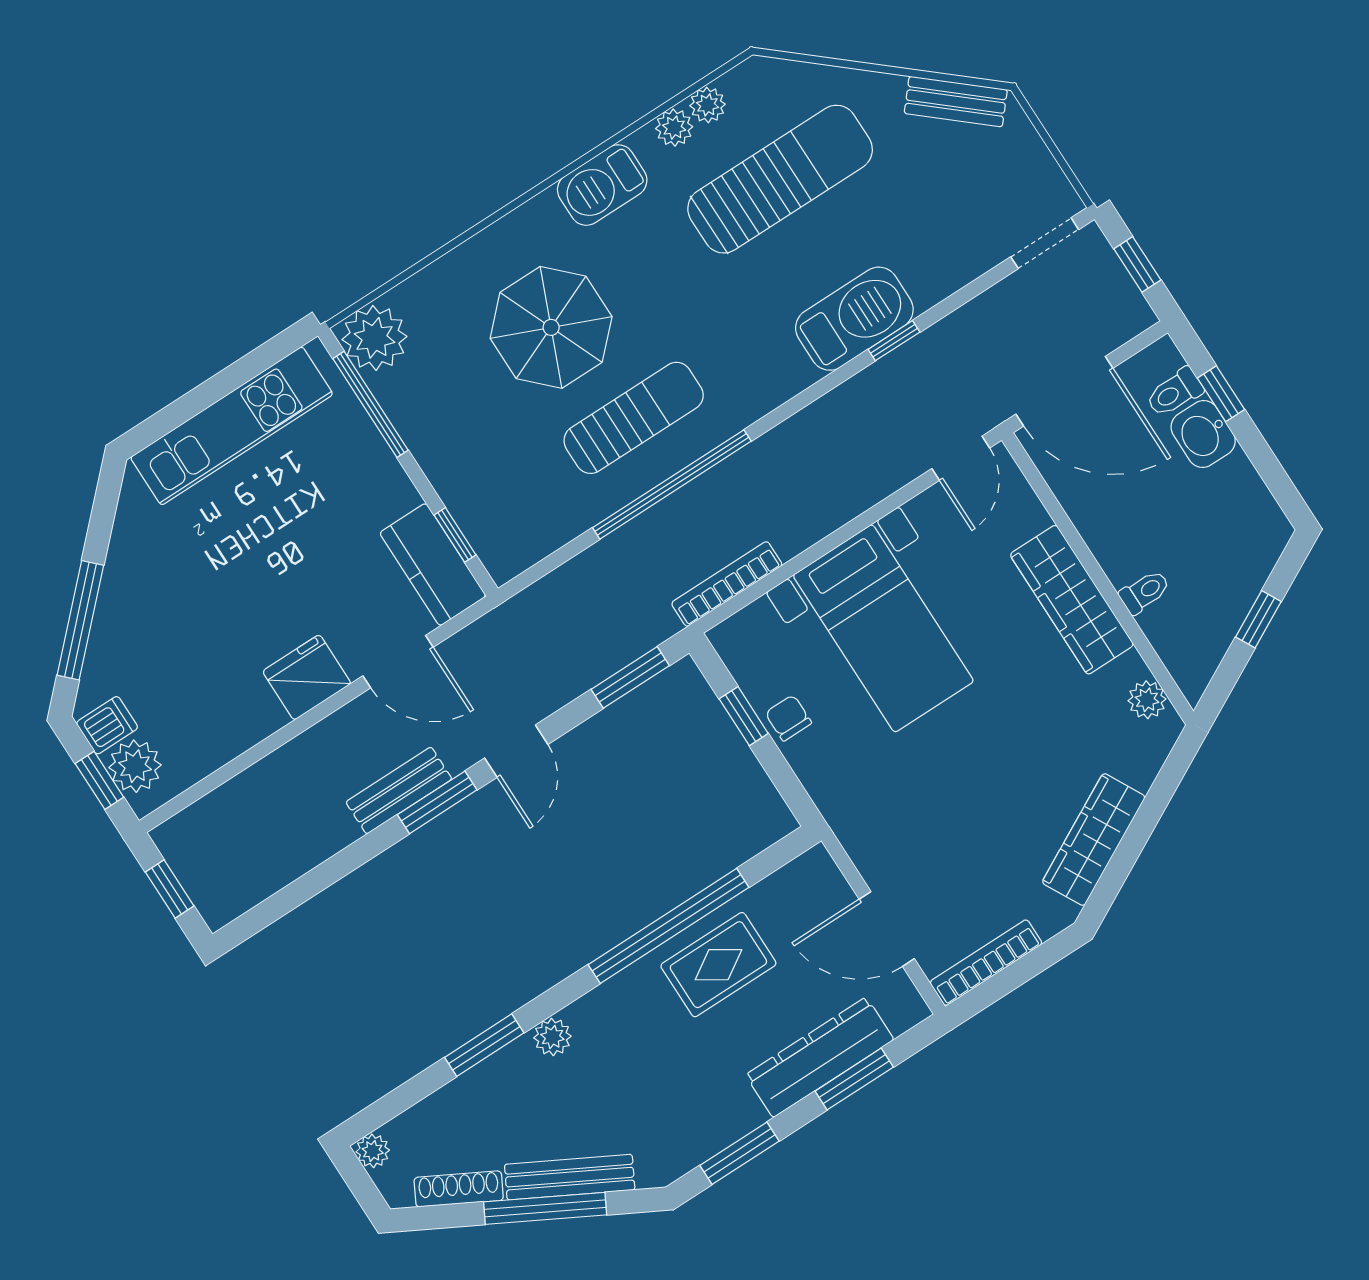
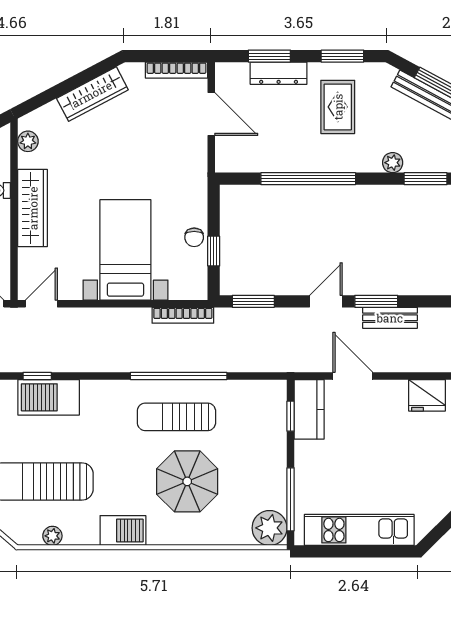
plant: (674, 128) -> (74, 535), removed
fridge: (307, 677) -> (427, 395), moved
rug: (718, 965) -> (338, 107), moved, turned 90
dresser: (820, 1057) -> (279, 73), width x0.73, depth x0.80

